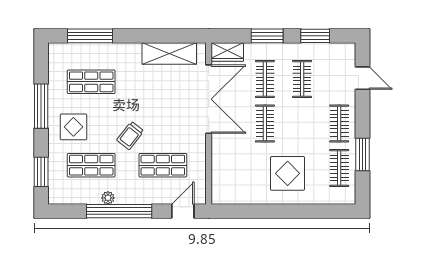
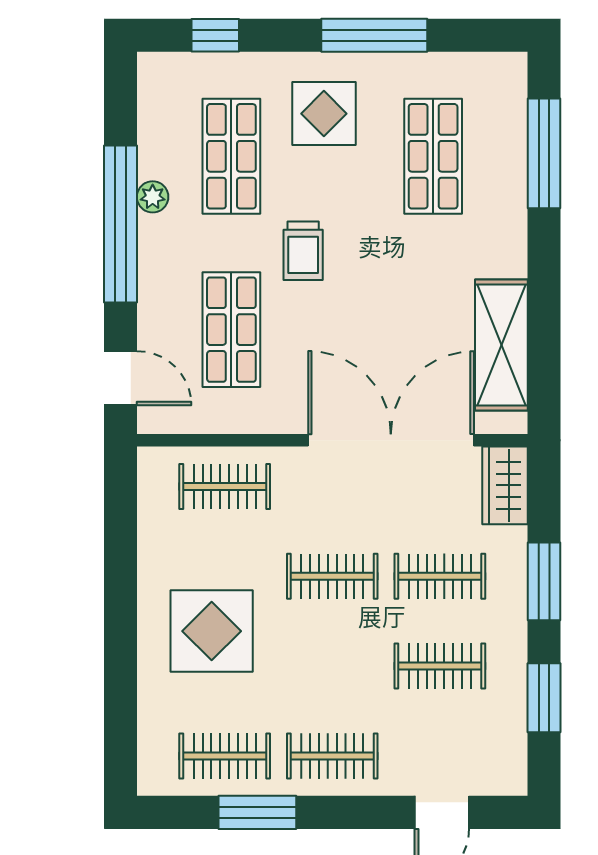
double door: (209, 99) -> (391, 440), swing flipped
trolley: (130, 136) -> (303, 251), turned -128
clothes rail: (228, 168) -> (225, 487), added
window: (41, 172) -> (215, 35), width x0.67

